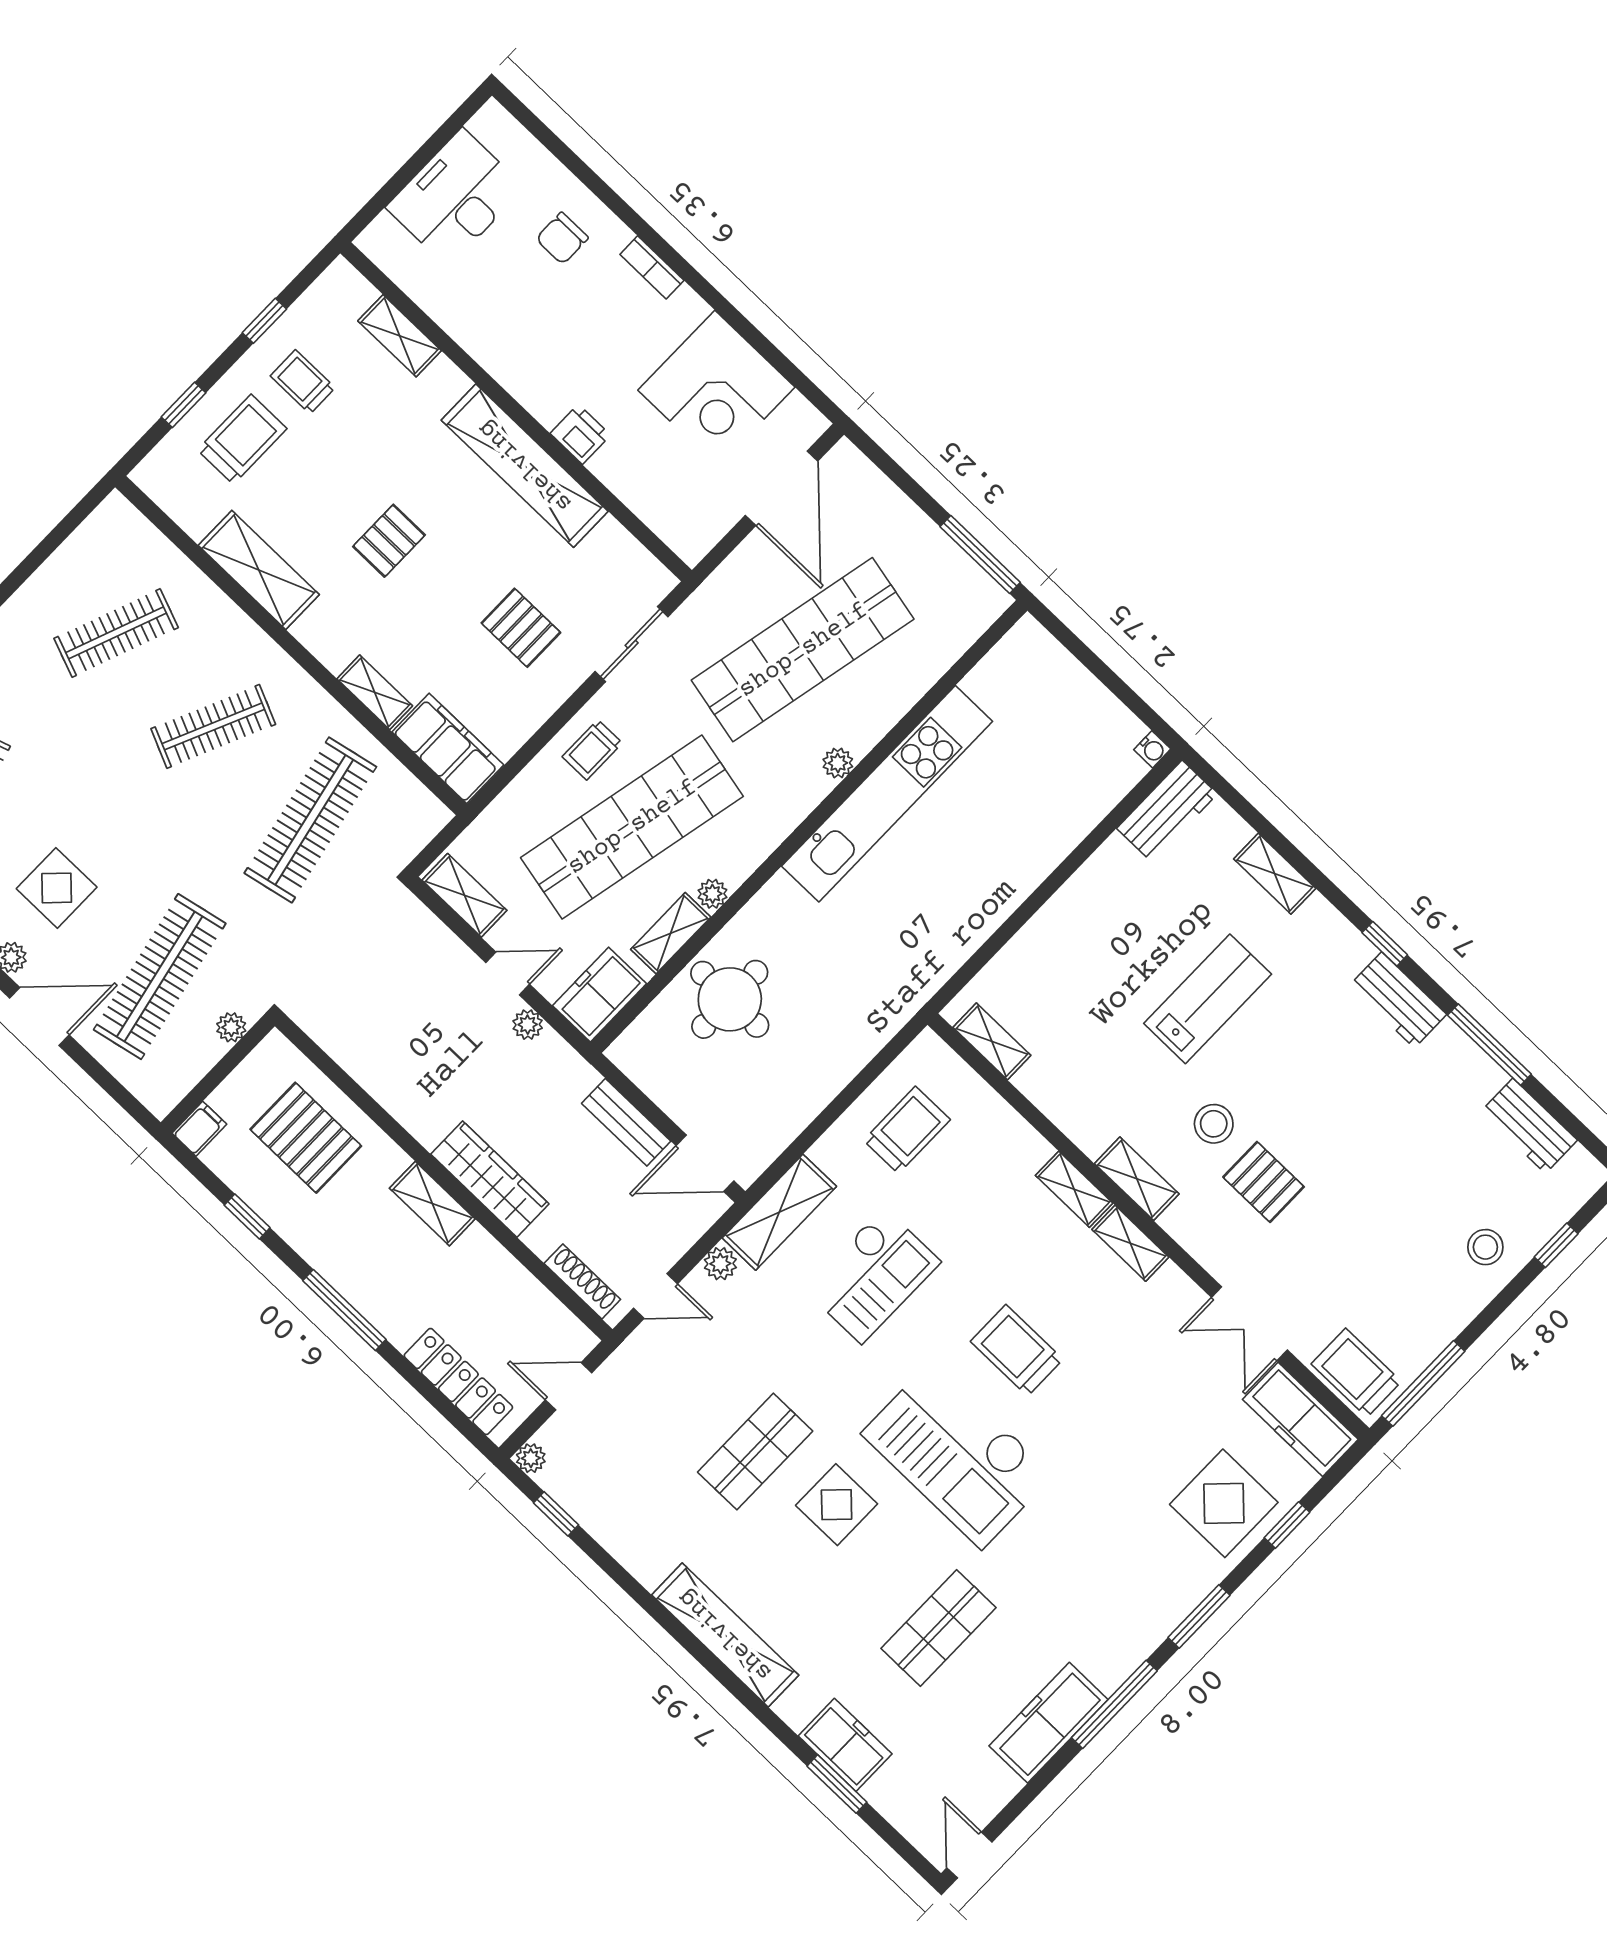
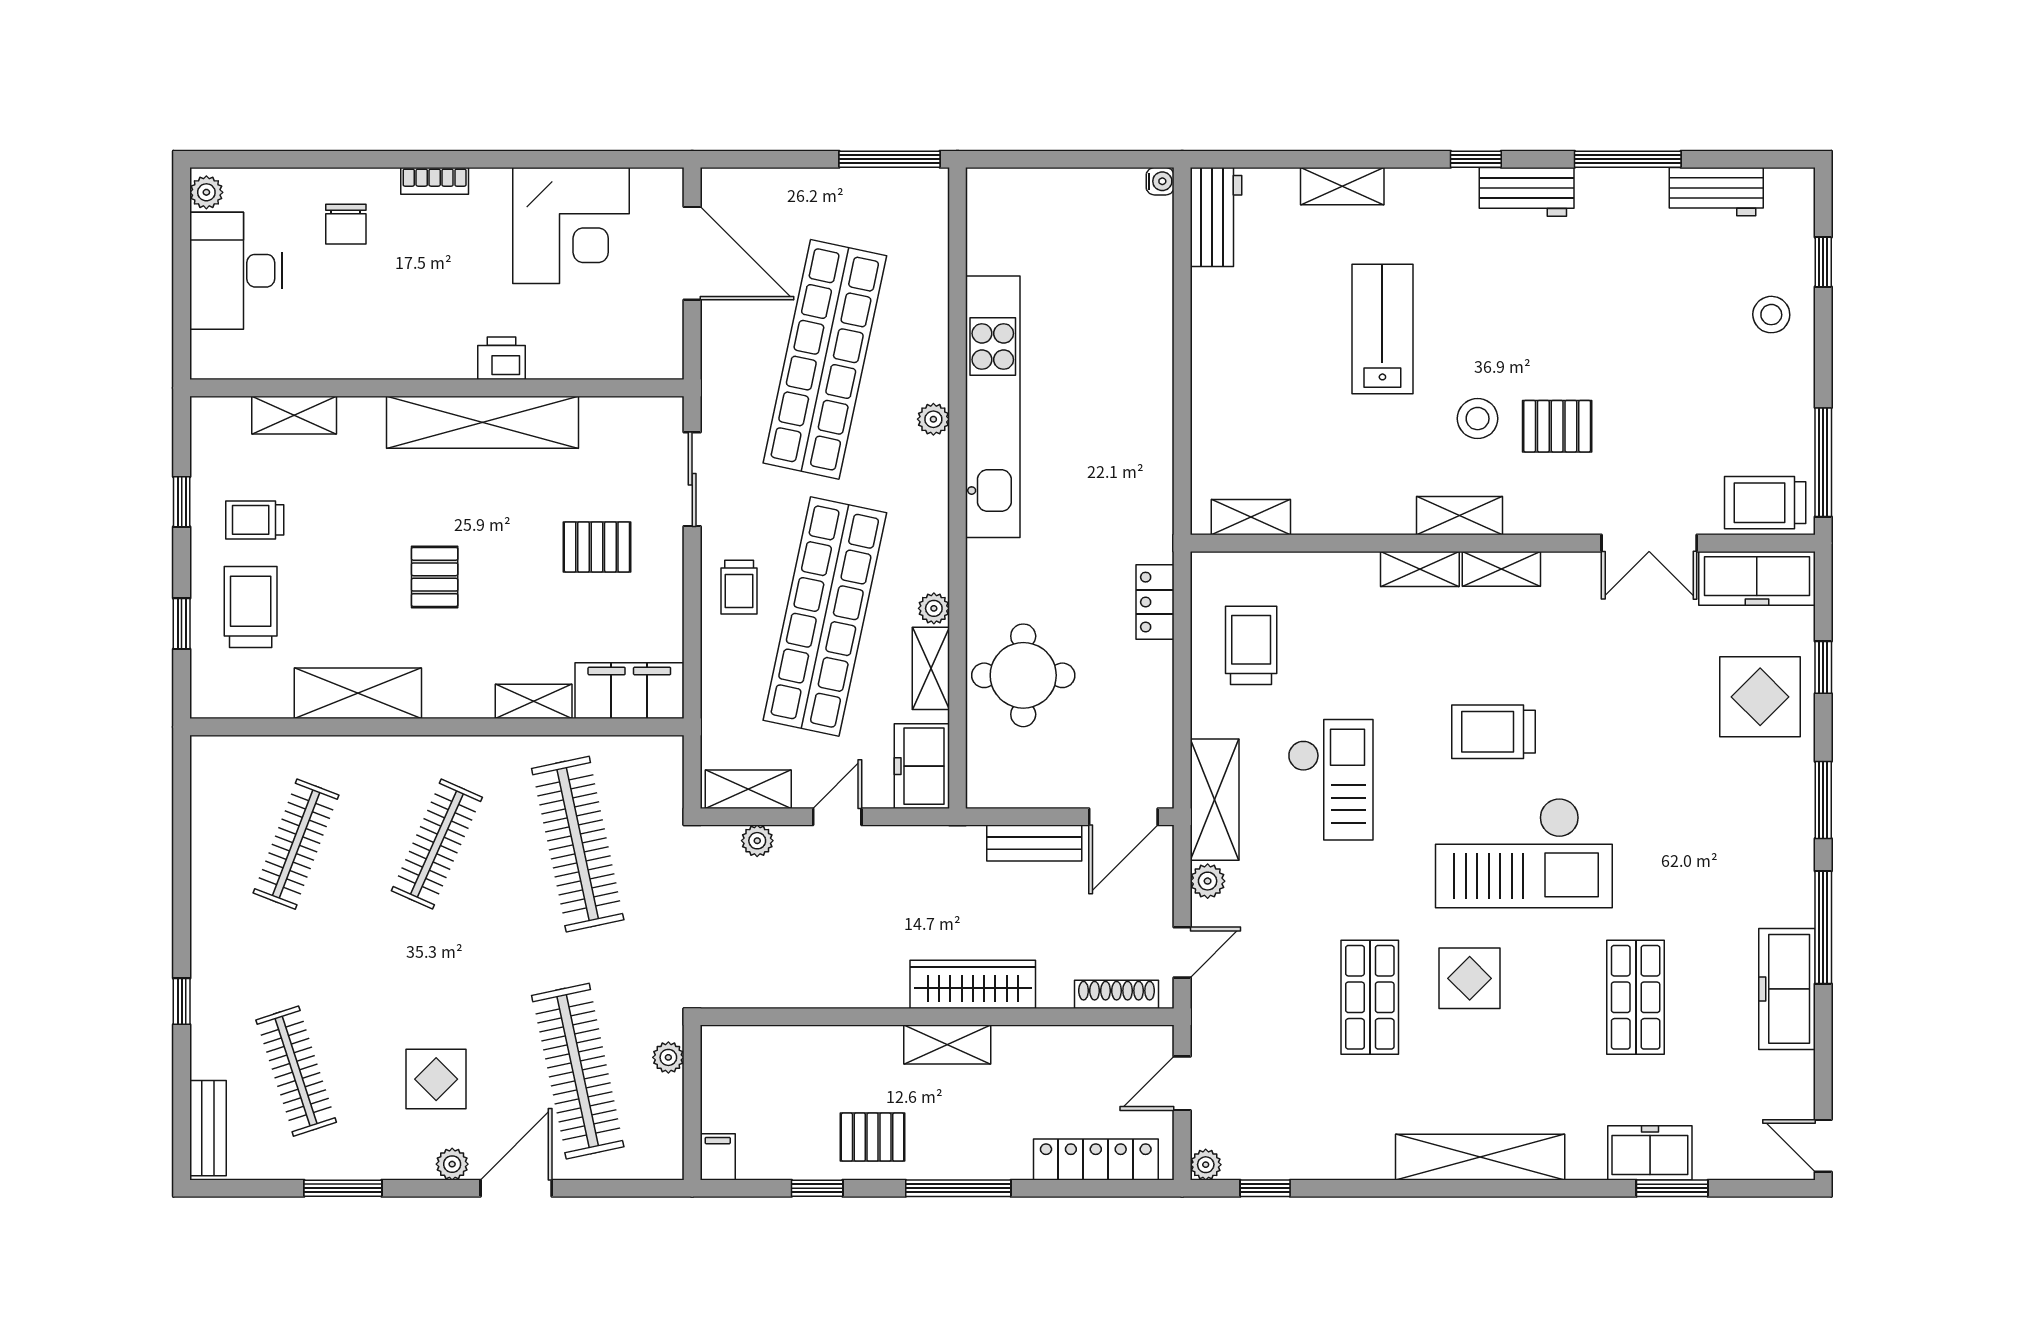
plant: (487, 124) -> (206, 192), added
plant: (528, 1025) -> (757, 841), moved
locker: (869, 1036) -> (1155, 602), added
pallet: (306, 1138) -> (873, 1137), moved, width x0.67, depth x0.71

